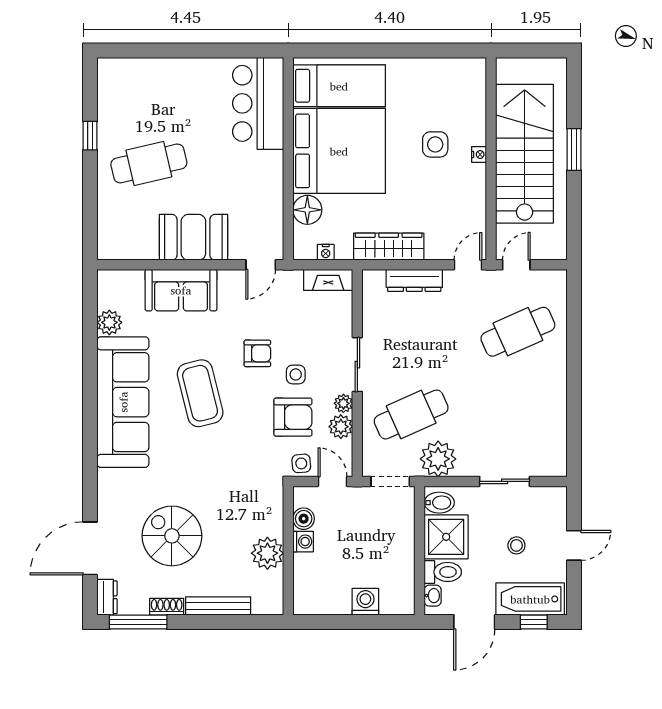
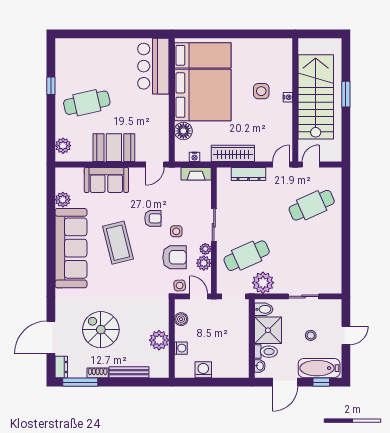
plant: (110, 234) -> (63, 146), added
washing machine: (303, 542) -> (181, 348), moved
washing machine: (365, 602) -> (203, 370), moved

